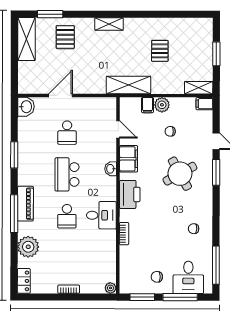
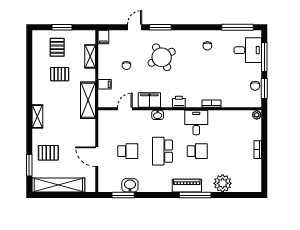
shelving: (27, 39) -> (58, 185), width x1.47
pallet: (192, 48) -> (57, 47), added
shelving: (199, 88) -> (90, 56), moved
plant: (162, 105) -> (104, 72), removed
washbasin: (26, 107) -> (130, 185), moved
window: (14, 155) -> (123, 195), moved
school desk: (67, 174) -> (162, 151), turned 90
printer: (130, 194) -> (179, 102), width x0.53, depth x0.68
chair: (157, 277) -> (255, 86), moved
locker: (24, 281) -> (251, 187), removed

